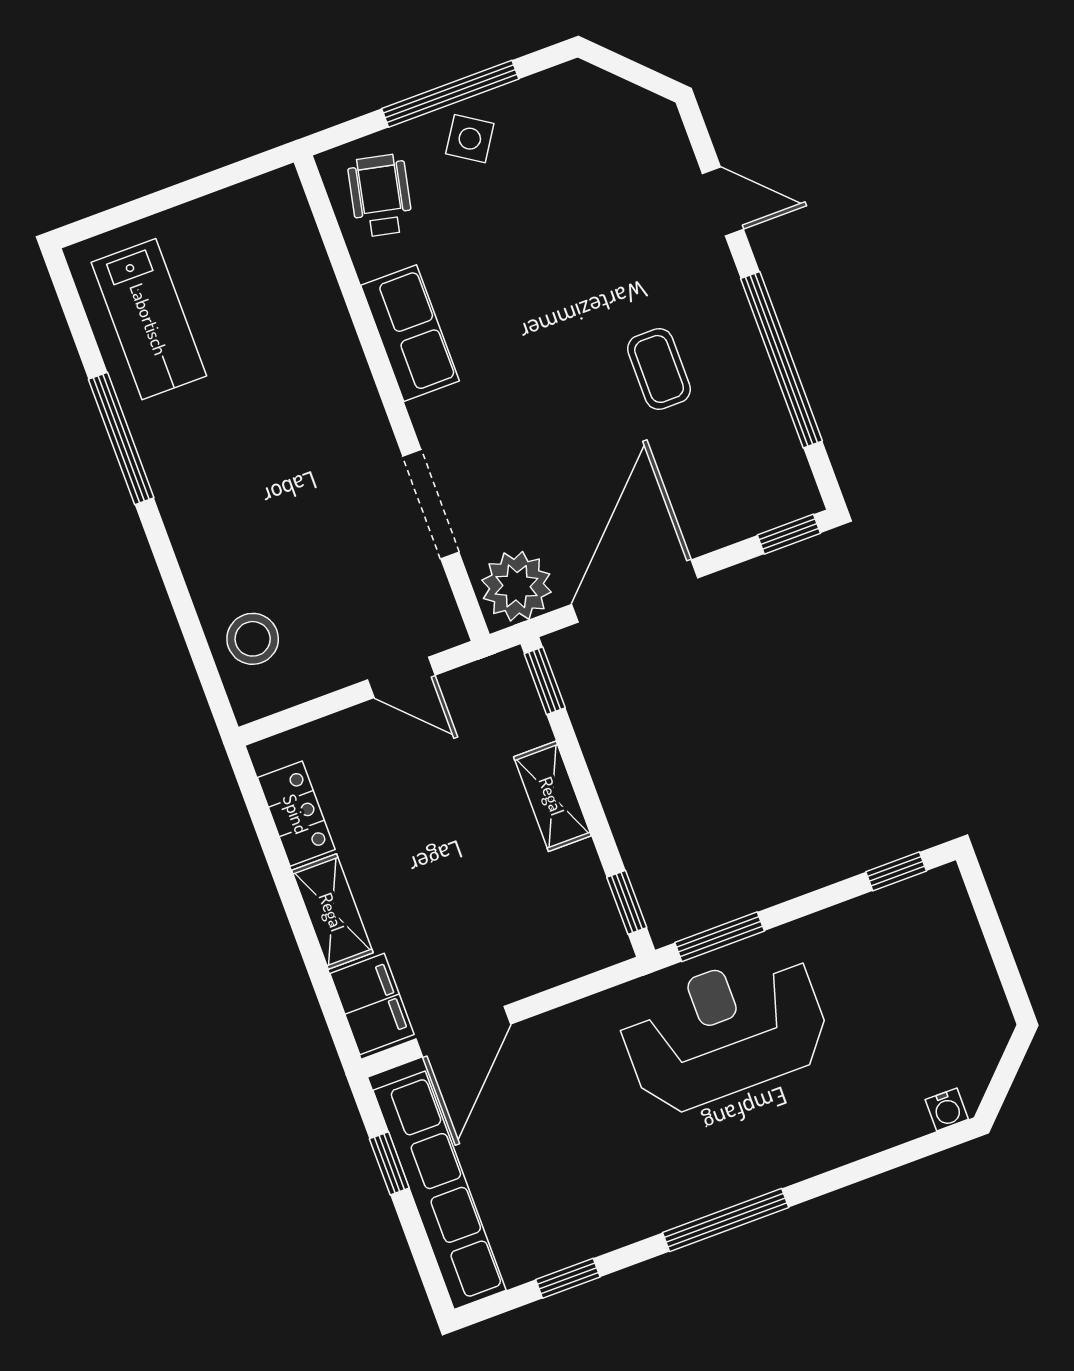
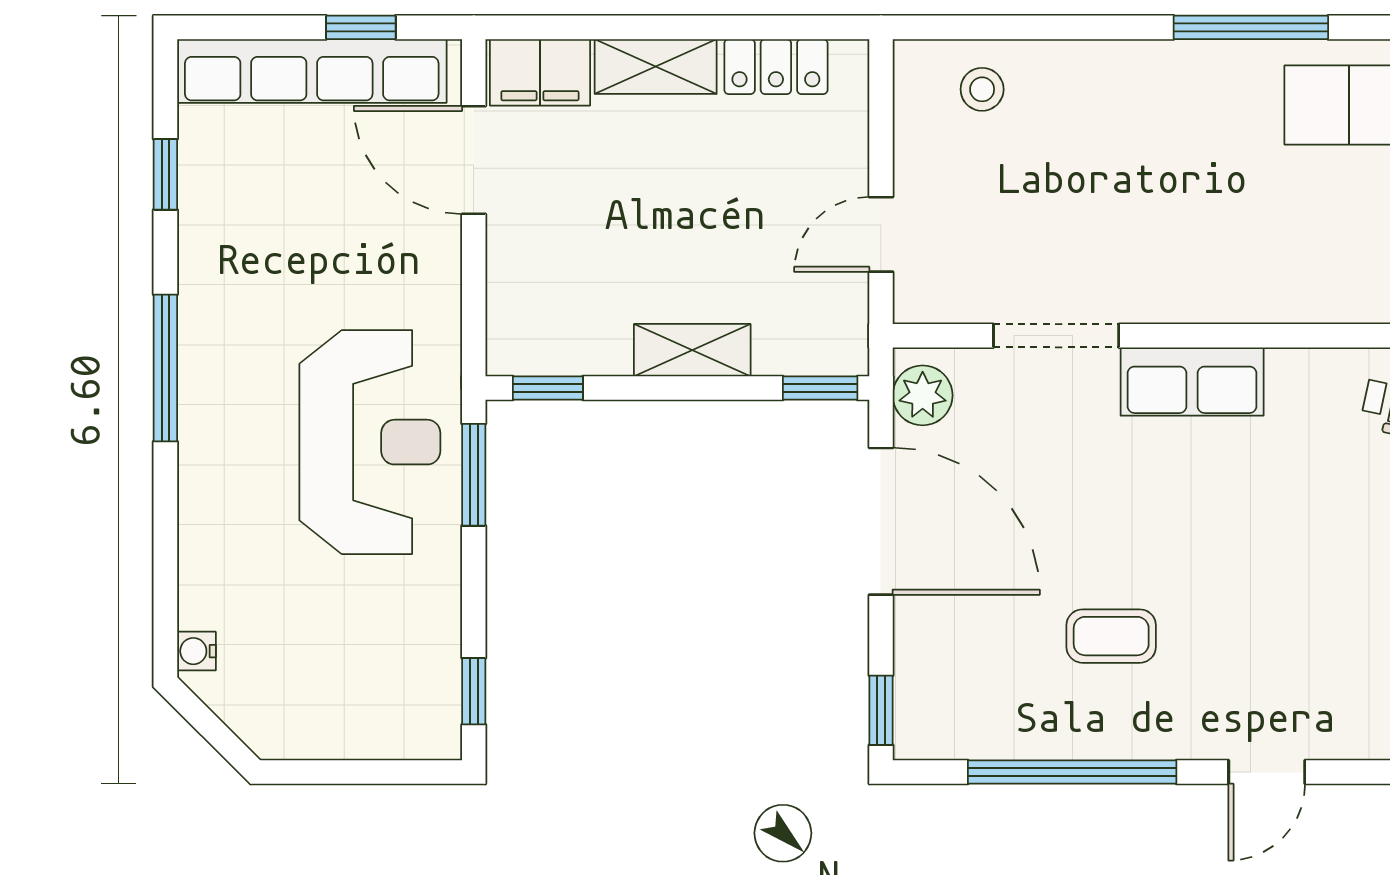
row of seats: (410, 333) -> (1192, 382), moved
plant: (517, 586) -> (923, 395), width x0.73, depth x0.73
stool: (253, 639) -> (982, 89), width x0.73, depth x0.73

